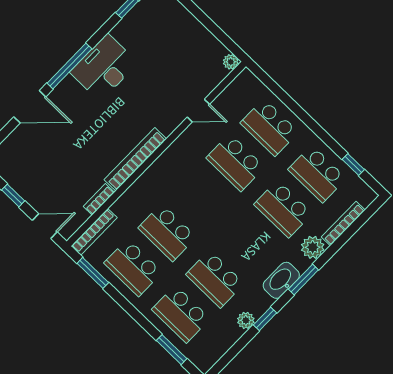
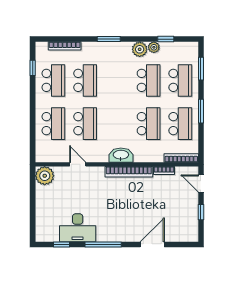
plant: (231, 62) -> (45, 176), width x1.87, depth x1.87
window: (69, 66) -> (103, 245), moved
desk: (104, 68) -> (78, 228), moved
door: (30, 107) -> (152, 245), hinge flipped
plant: (313, 247) -> (140, 49), moved
window: (93, 273) -> (201, 111), moved
washbasin: (281, 280) -> (121, 155), moved, turned 180
window: (265, 319) -> (166, 39), moved

